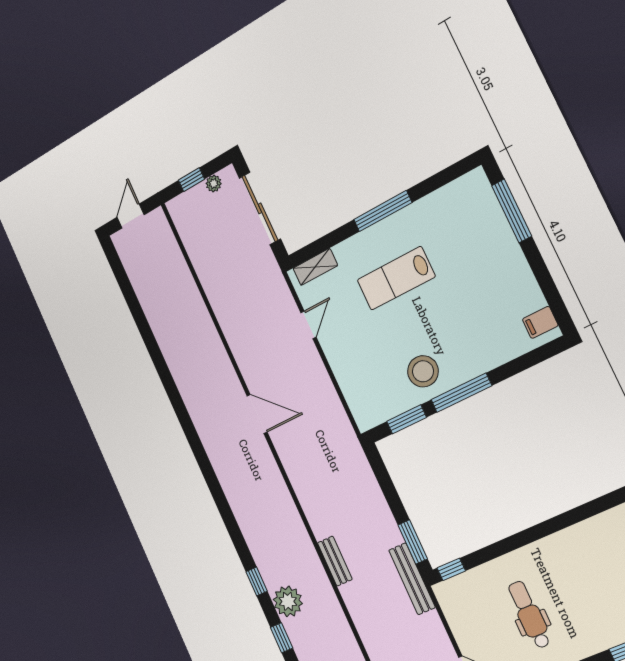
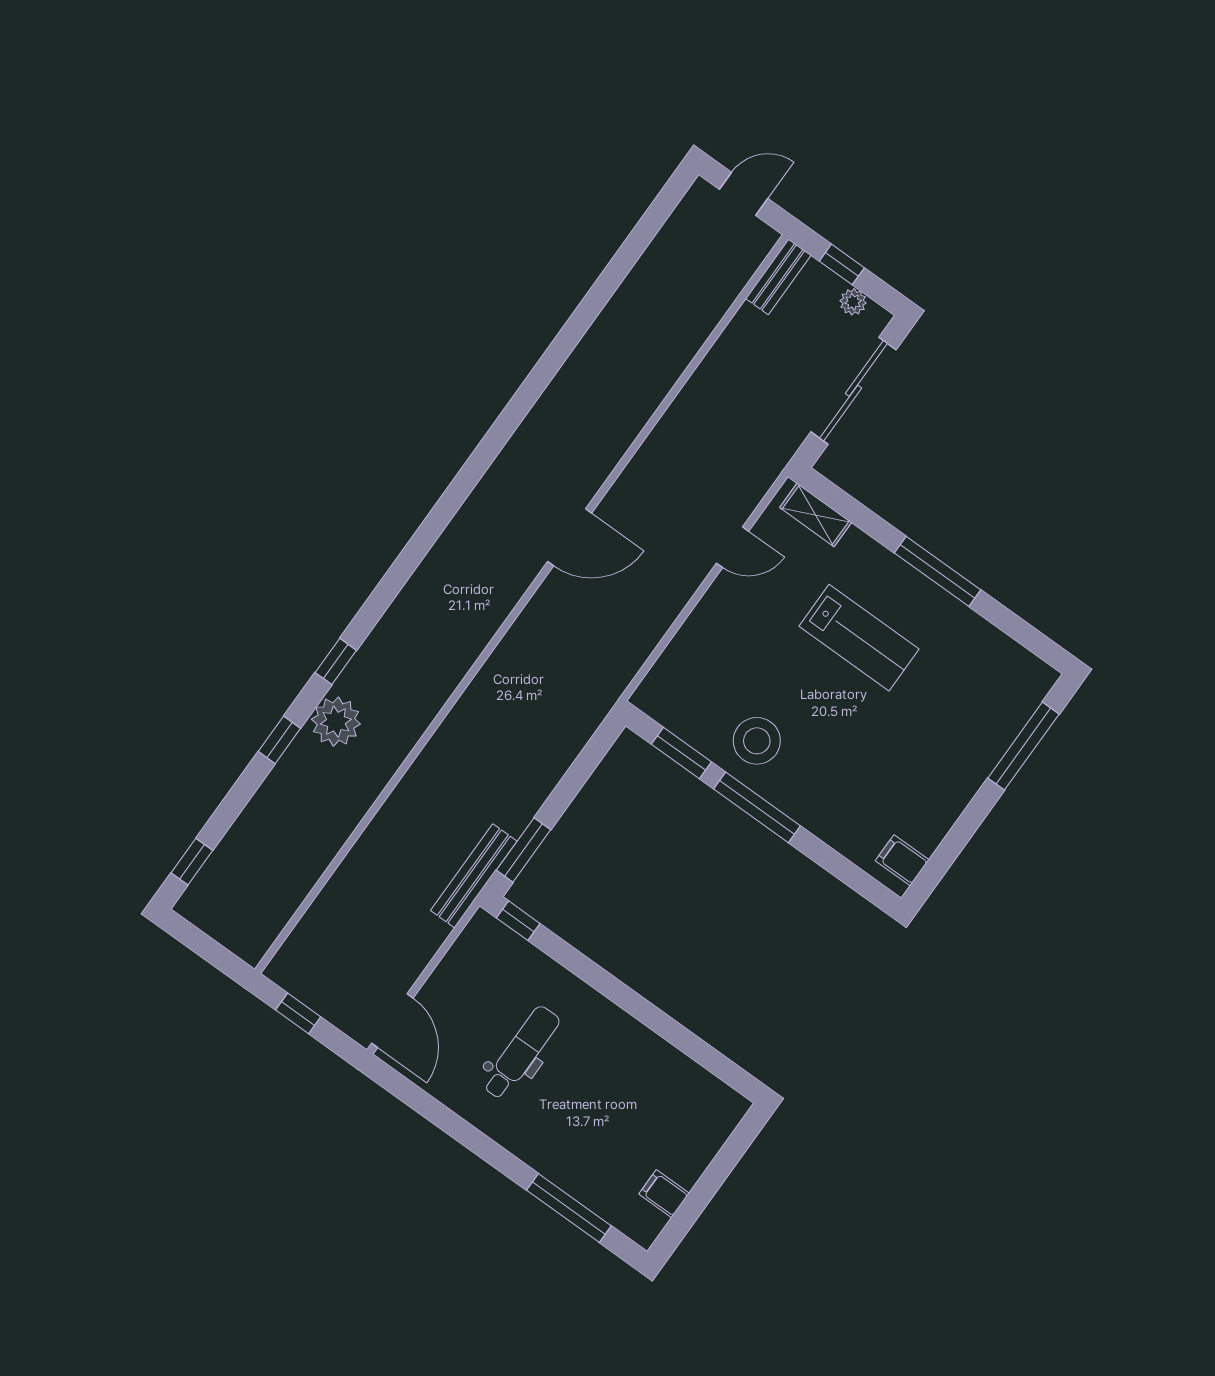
lab bench: (396, 278) -> (859, 638), turned 180
door: (257, 414) -> (570, 537), hinge flipped
bench: (335, 561) -> (778, 277), moved

